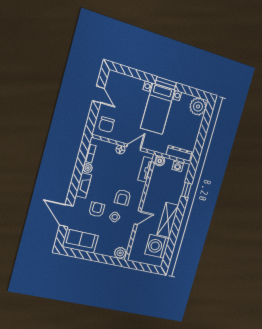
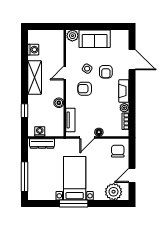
window: (166, 83) -> (74, 204), width x1.44
door: (98, 94) -> (132, 175), hinge flipped
plant: (198, 106) -> (114, 192), moved
window: (205, 125) -> (24, 177), added
boiler: (160, 161) -> (59, 103), moved
armchair: (123, 197) -> (85, 89), turned -90
sofa: (80, 241) -> (95, 39), moved
washing machine: (157, 246) -> (33, 50), width x0.53, depth x0.53

